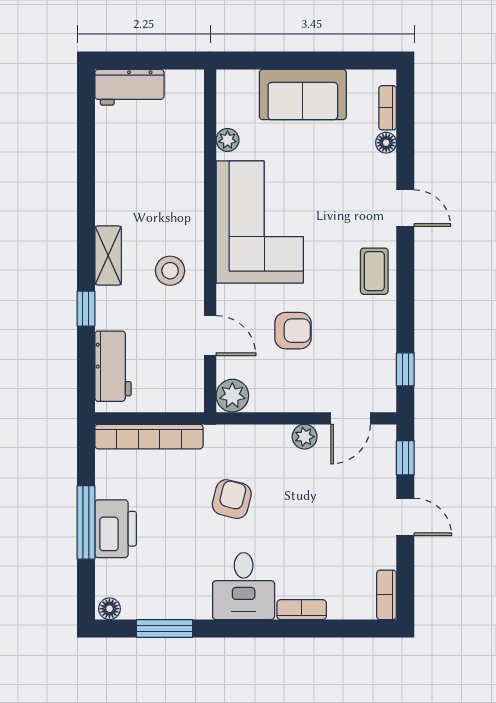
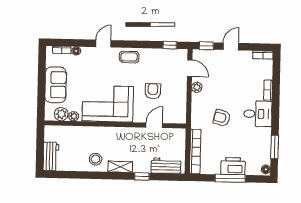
stool: (170, 271) -> (95, 159), moved
plant: (232, 396) -> (61, 114), moved

